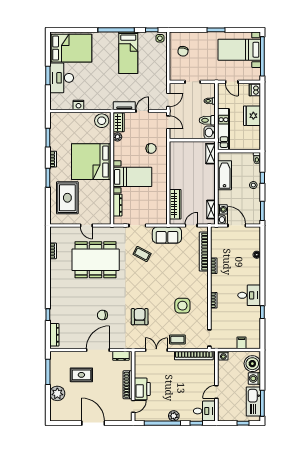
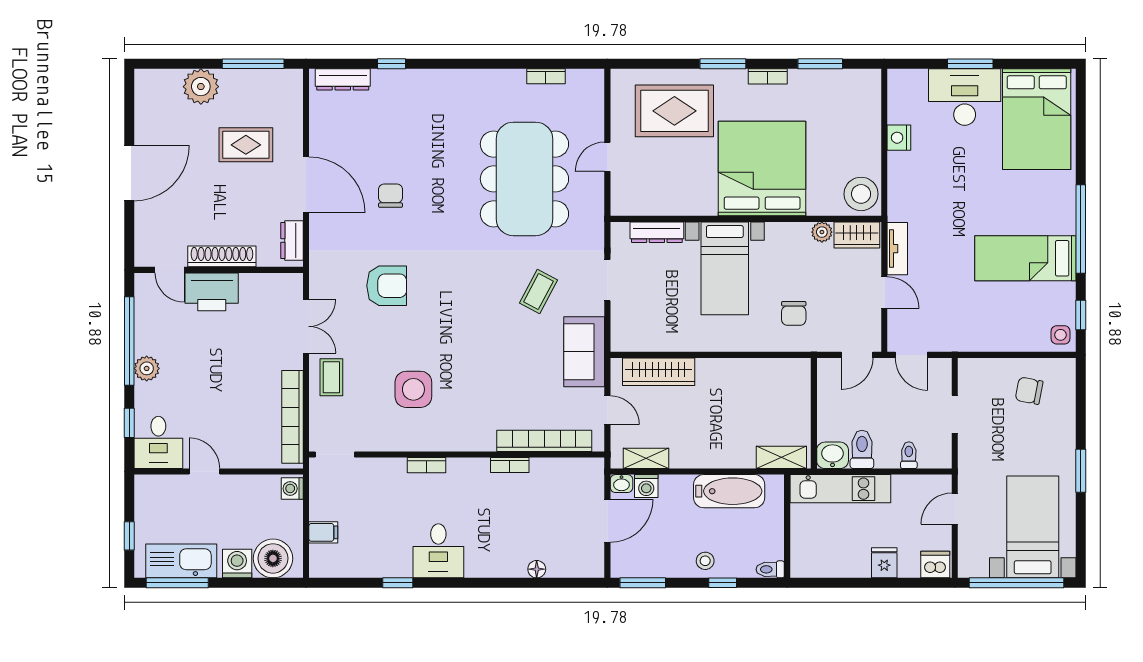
fridge: (252, 116) -> (884, 563), width x0.53, depth x0.75
rug: (81, 375) -> (246, 145), turned 90

